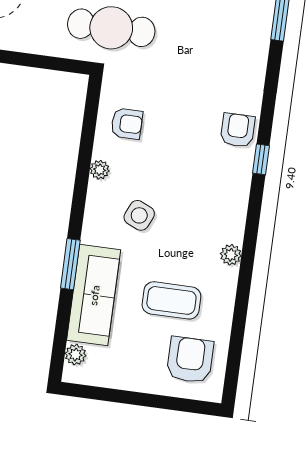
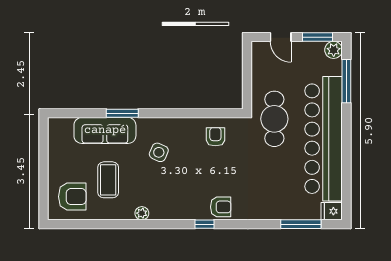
armchair: (127, 124) -> (215, 137), turned 180
plant: (100, 170) -> (184, 124), removed
plant: (75, 355) -> (66, 124), removed

